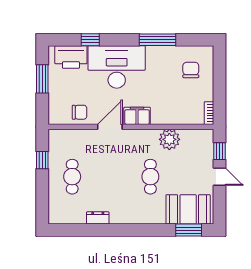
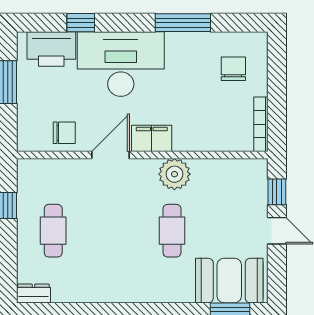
bookcase: (209, 113) -> (261, 124), width x1.56
plant: (169, 139) -> (174, 174), moved
dresser: (98, 218) -> (33, 293), moved

